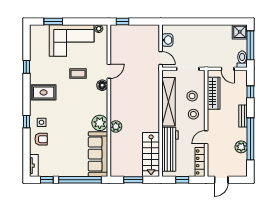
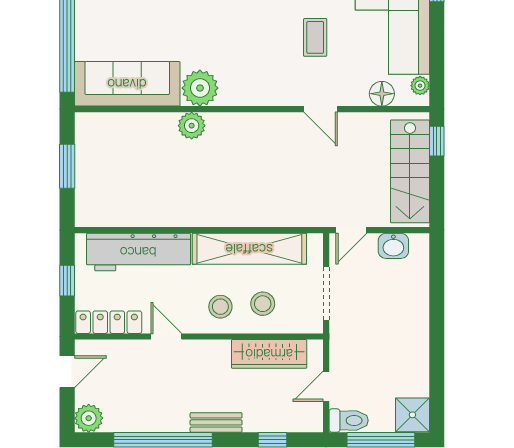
floor lamp: (102, 85) -> (382, 94), moved
plant: (241, 147) -> (89, 418), moved
stairs: (151, 155) -> (410, 171), moved, turned -90
door: (221, 180) -> (67, 372), swing flipped

